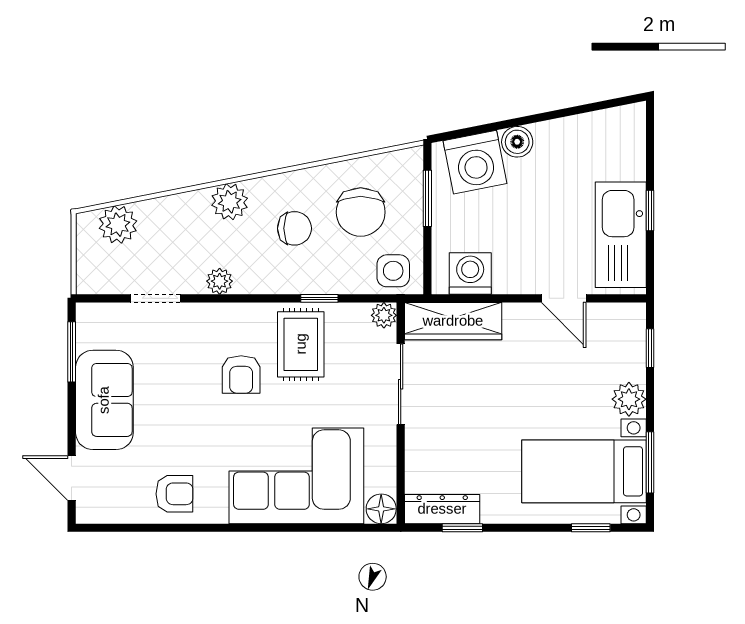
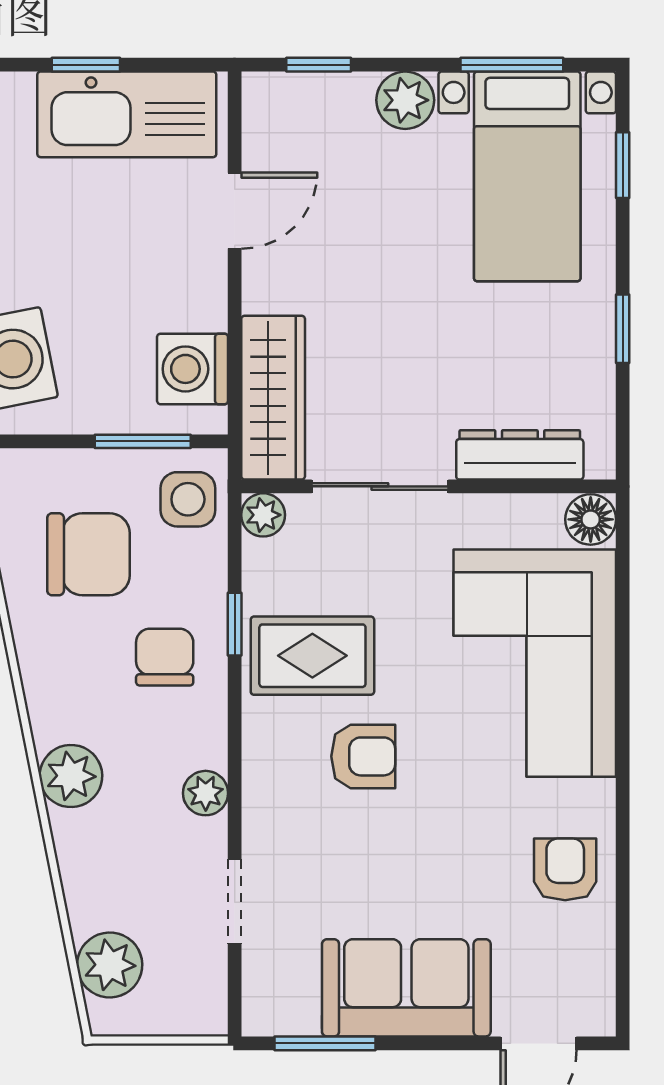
window: (427, 198) -> (143, 441), moved
chair: (294, 228) -> (165, 657), moved
dresser: (442, 509) -> (520, 455), moved, turned 90
window: (462, 528) -> (623, 329), moved

